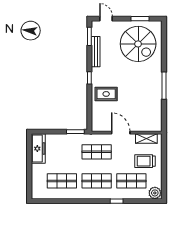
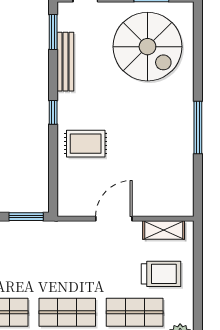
door: (121, 133) -> (114, 219), hinge flipped
shop shelf: (97, 152) -> (67, 256), removed
trolley: (145, 161) -> (161, 274), turned 180

